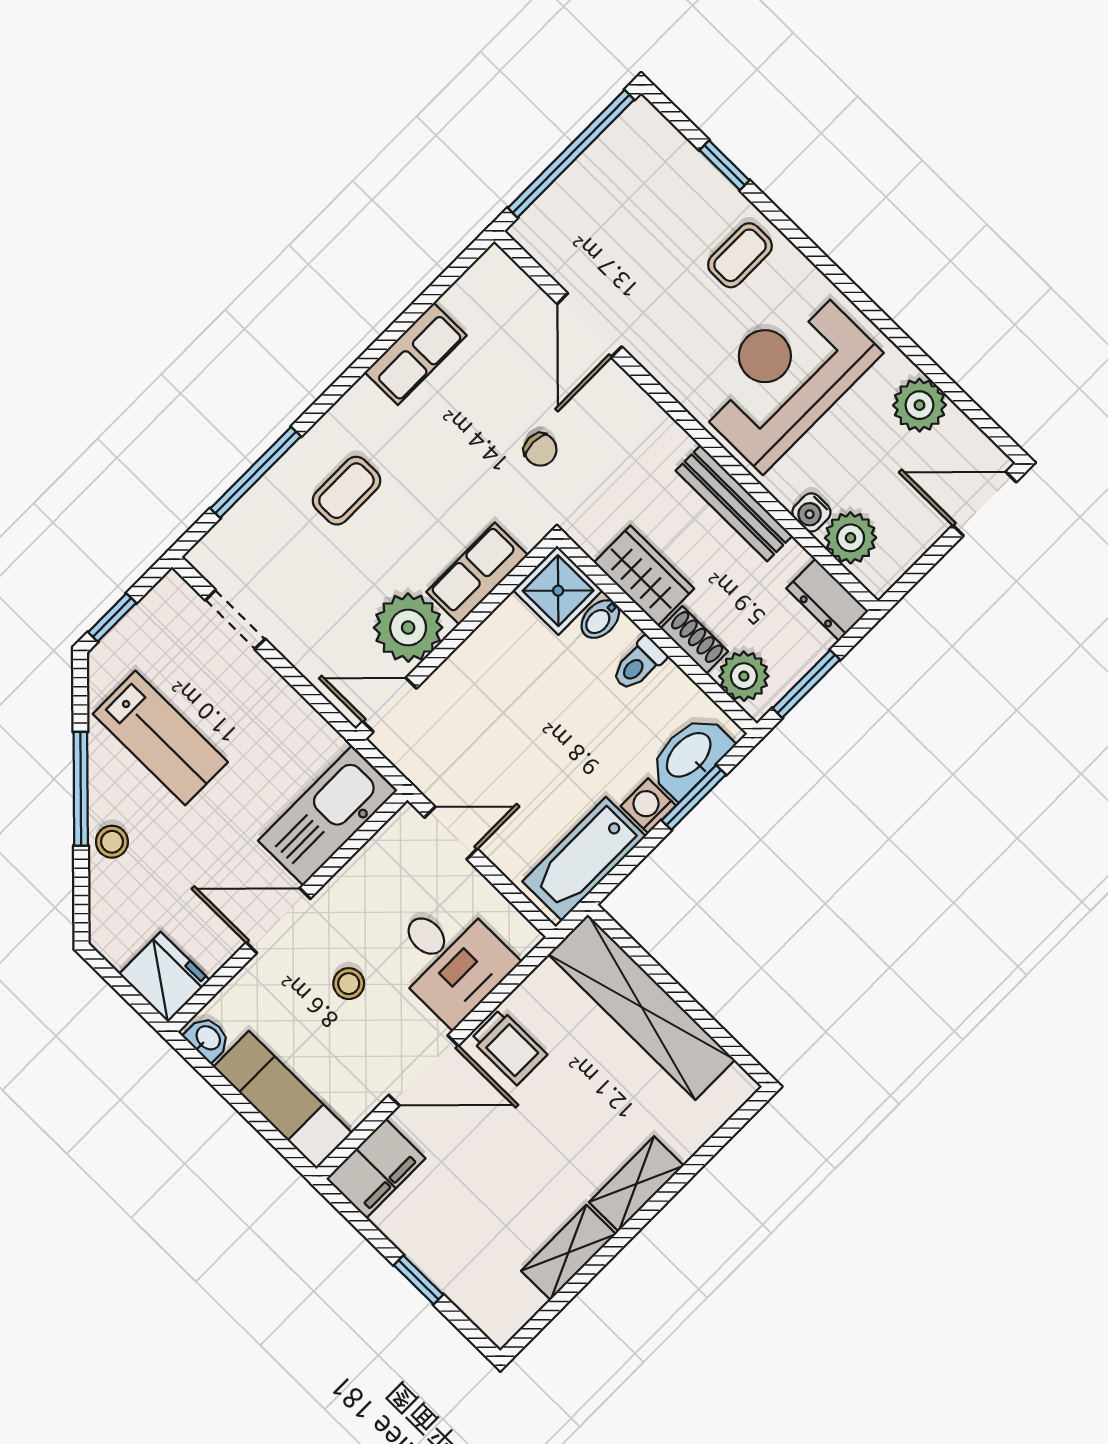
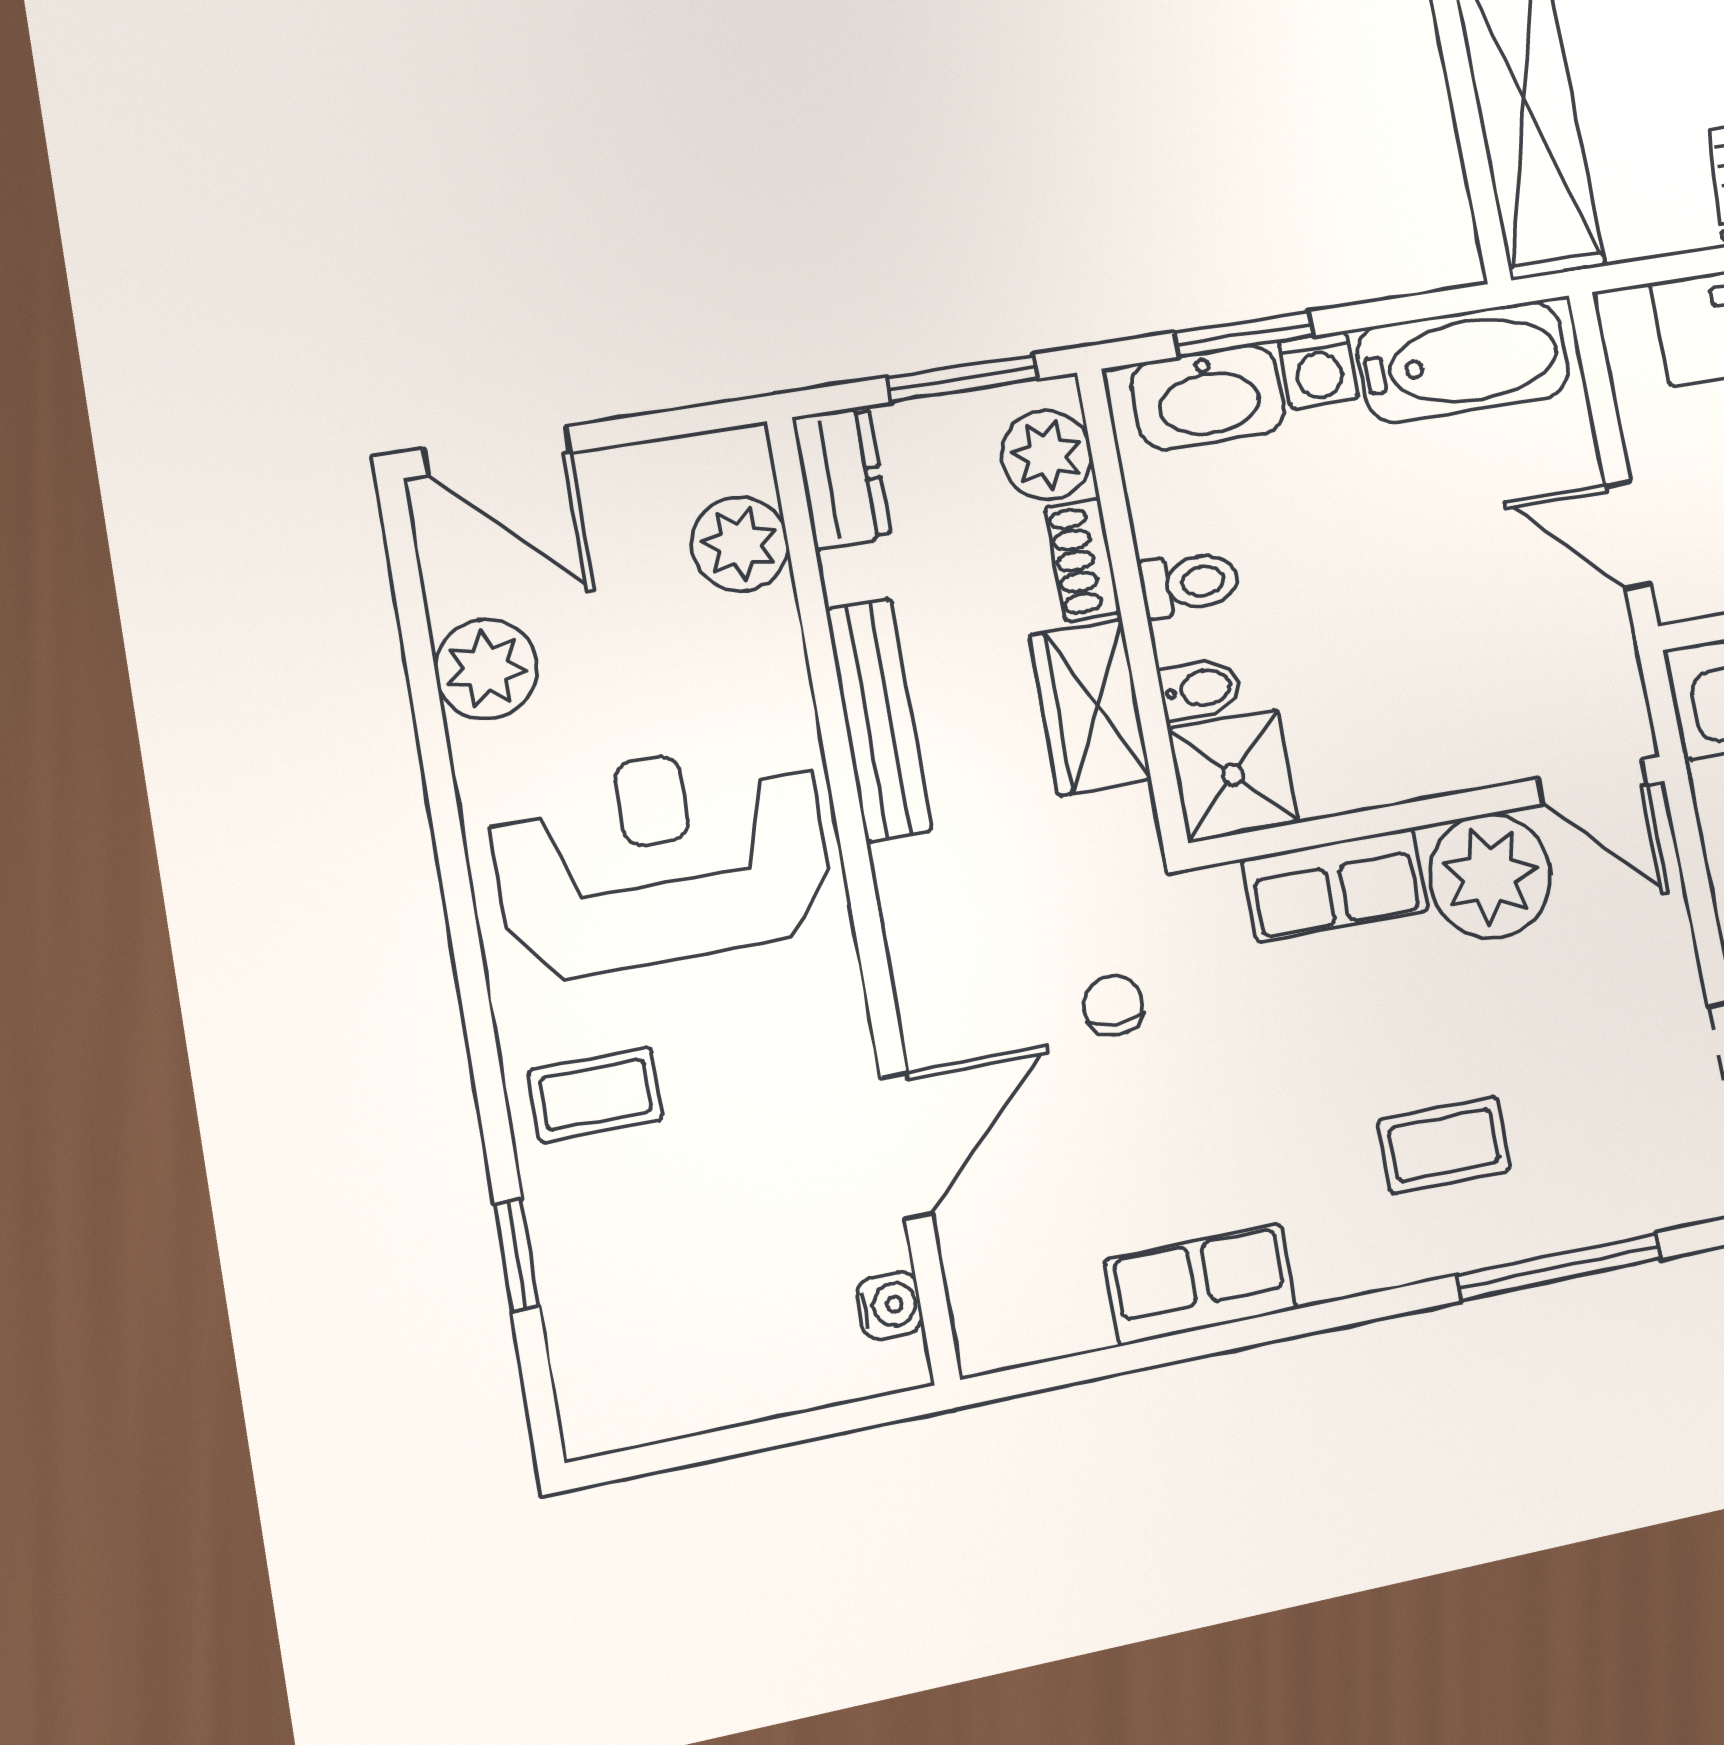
window: (571, 154) -> (745, 1439), removed
reception desk: (785, 376) -> (662, 858), turned 180
water cooler: (811, 512) -> (889, 1305), moved

